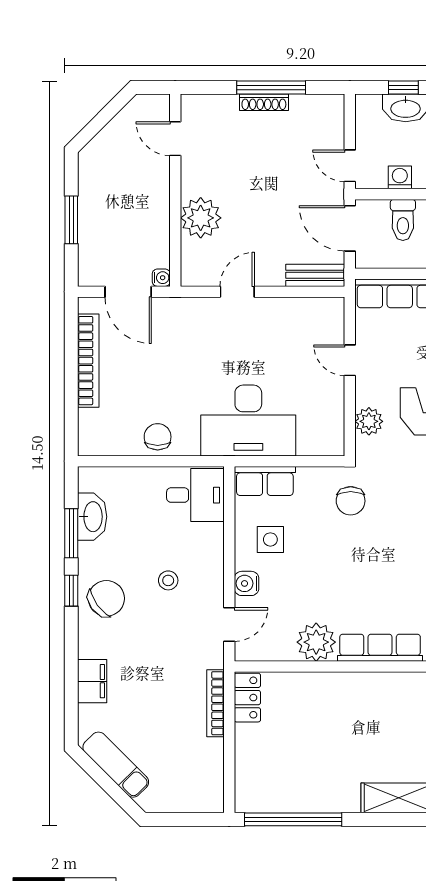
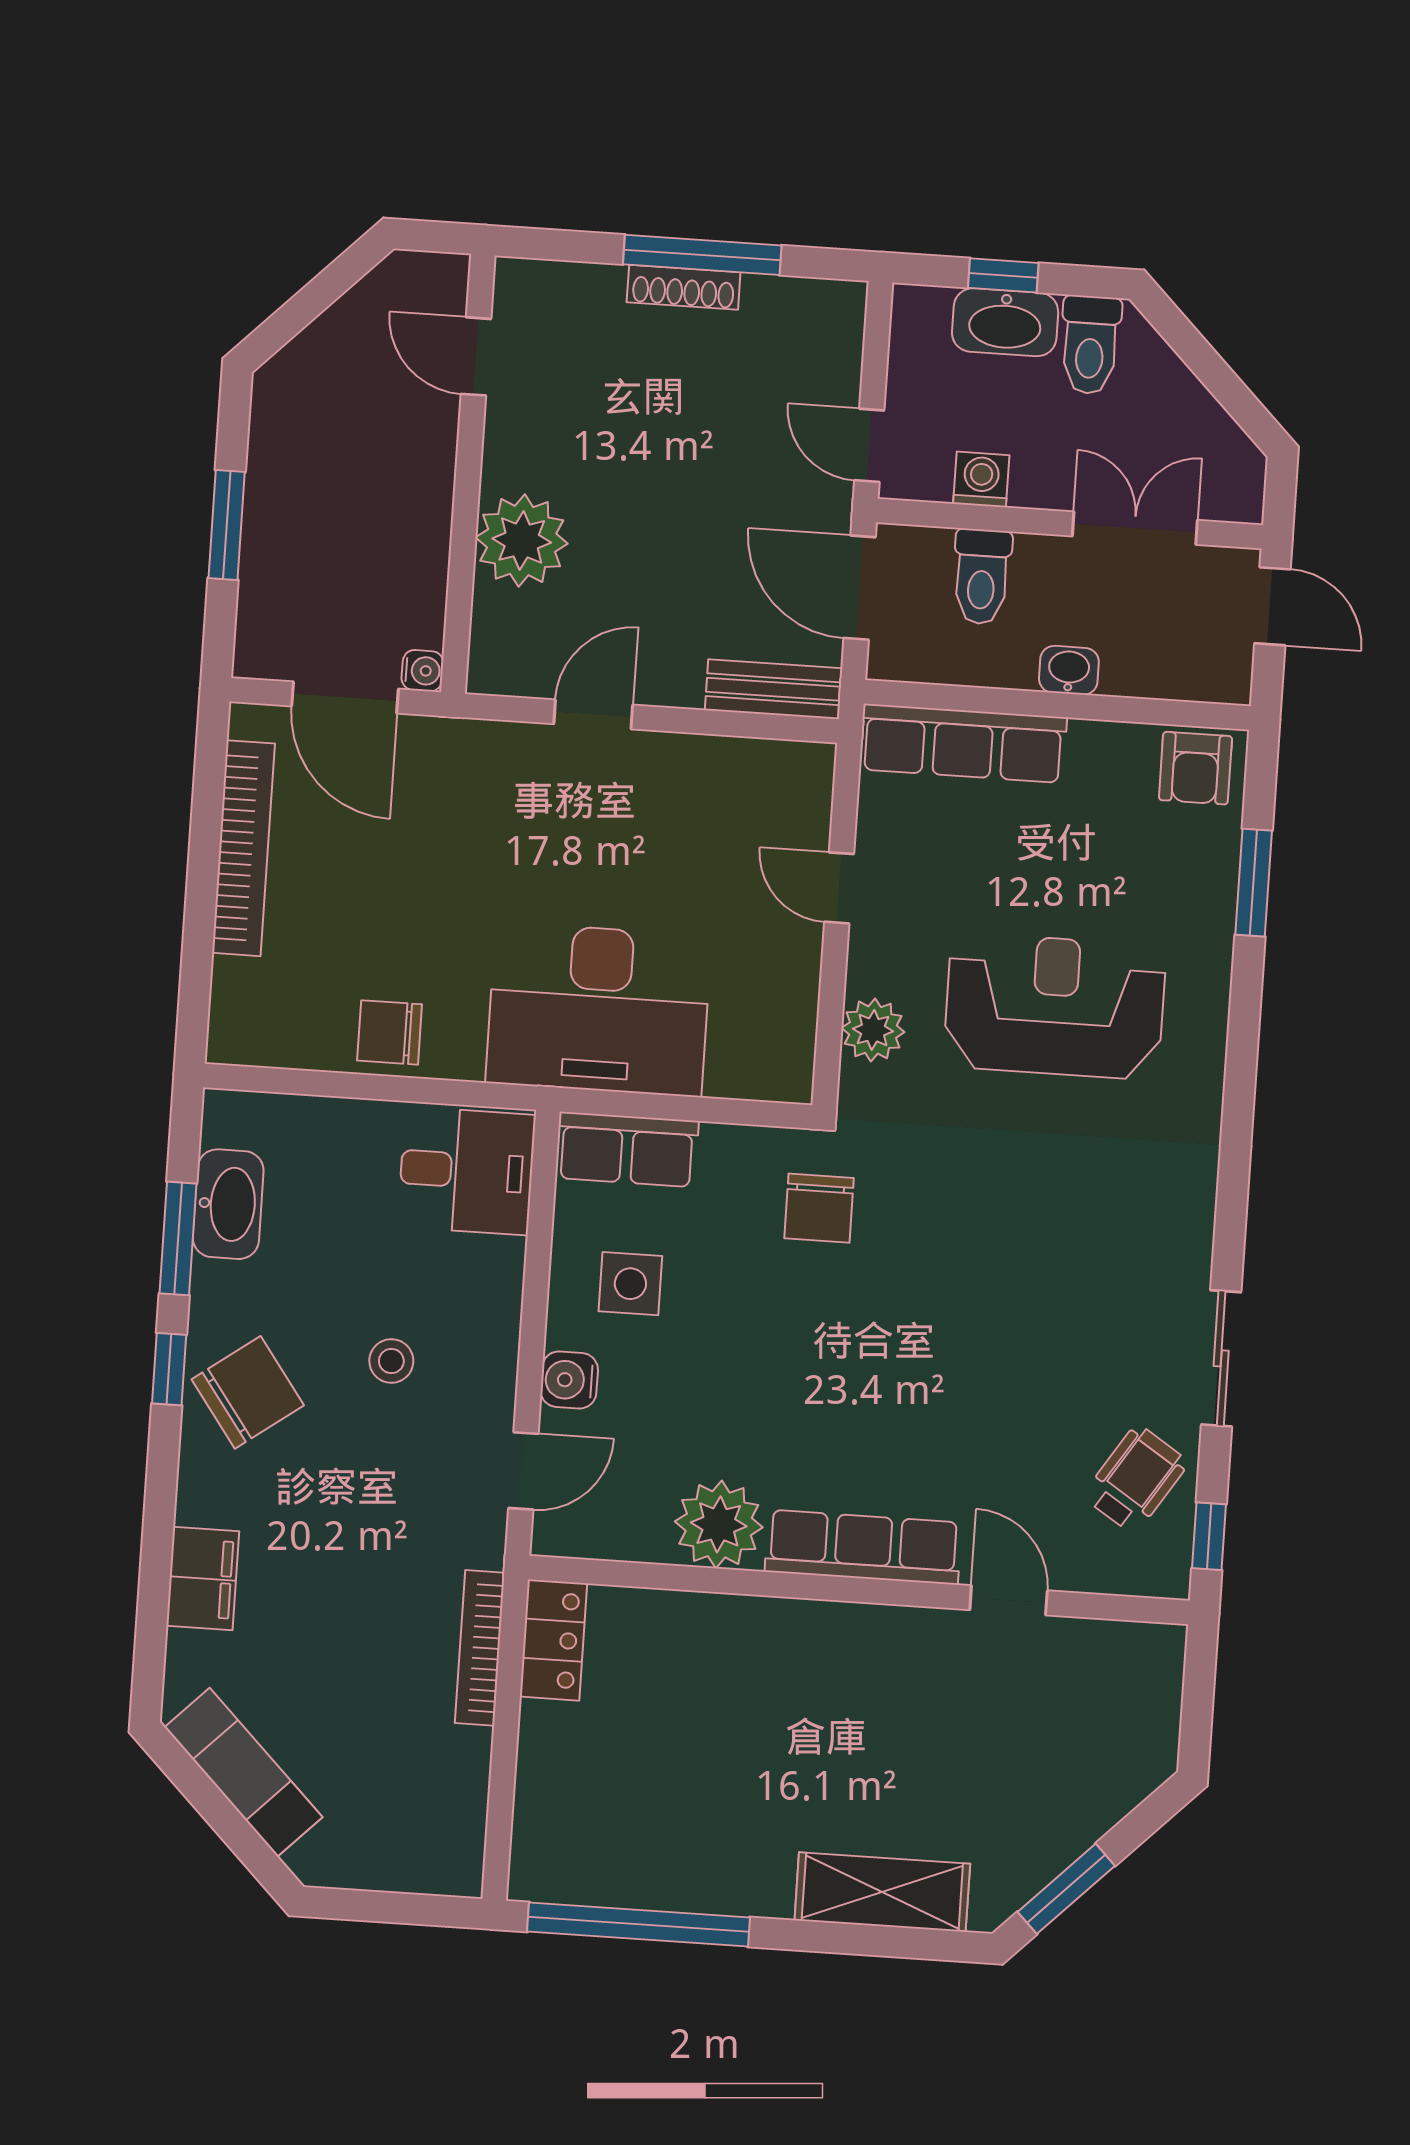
chair: (158, 437) -> (390, 1032), turned -90

